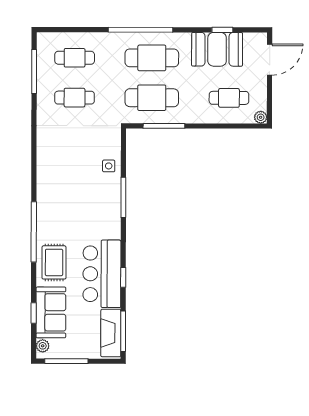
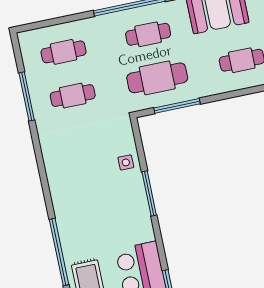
cafe table: (152, 58) -> (148, 34), width x0.73, depth x0.74
window: (34, 71) -> (27, 96), moved

